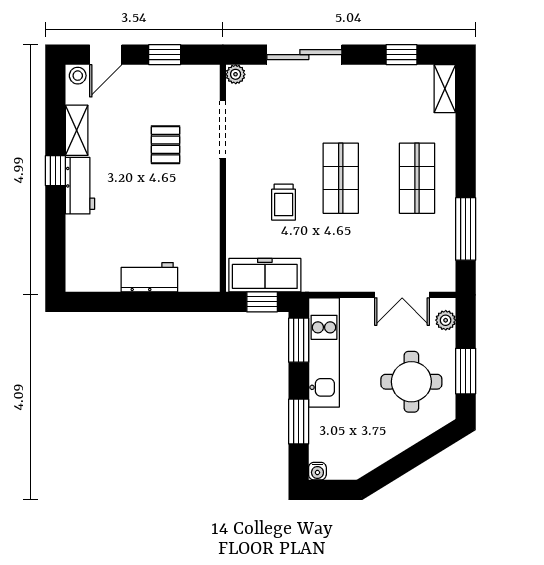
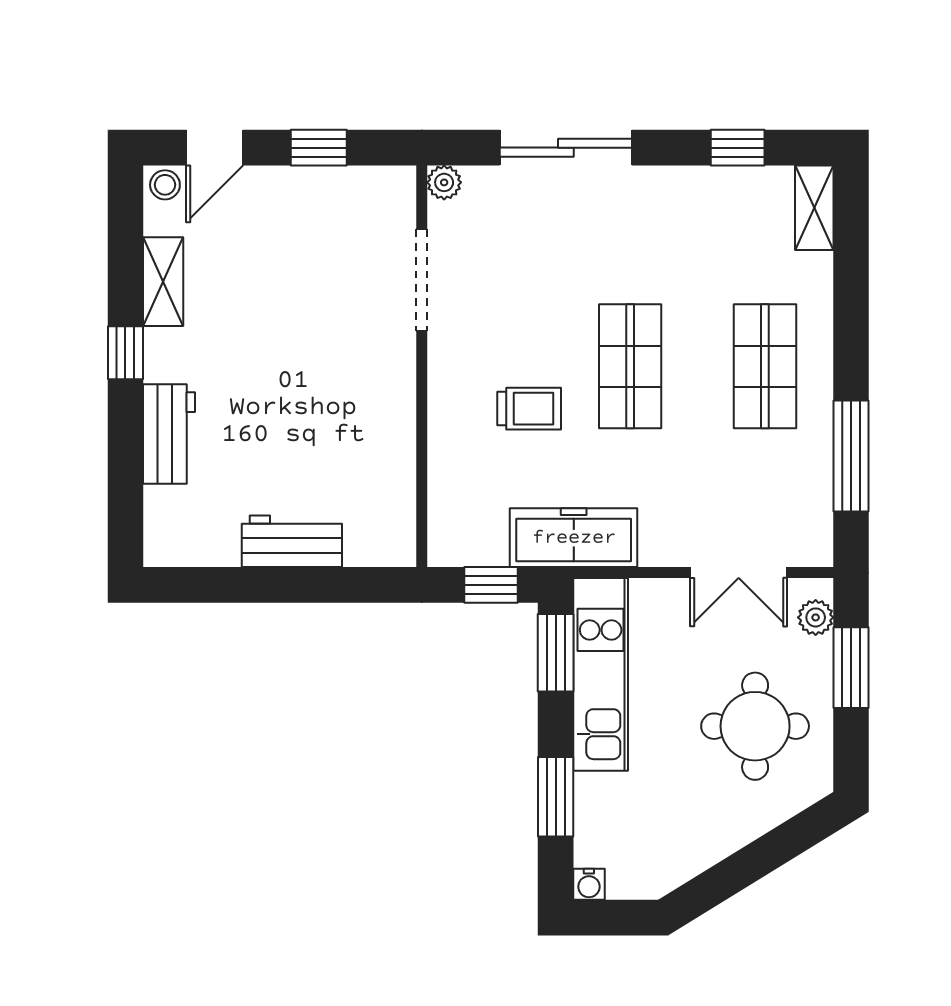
pallet: (166, 145) -> (320, 307), removed
workbench: (80, 186) -> (169, 434), moved
trolley: (284, 202) -> (529, 409), turned -90
freezer: (265, 275) -> (574, 538), moved
window: (466, 371) -> (851, 668), moved

